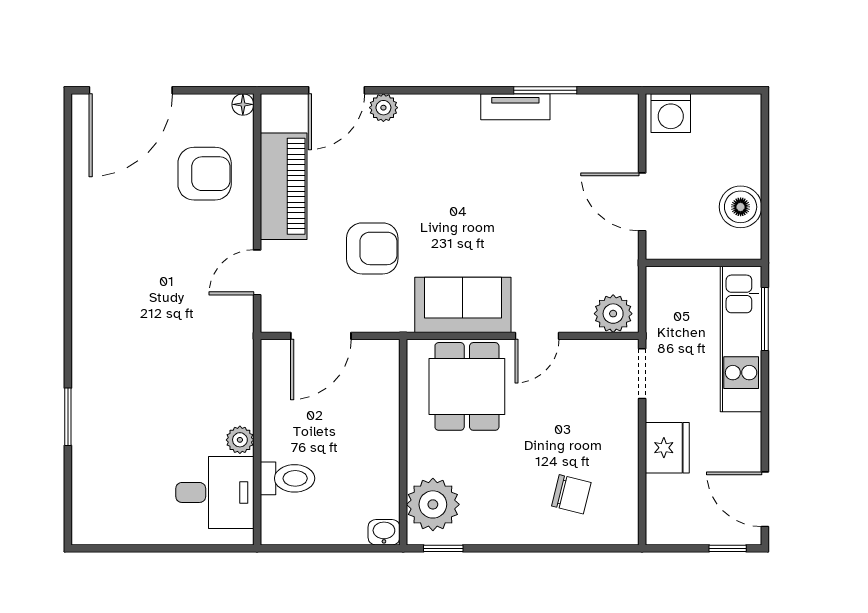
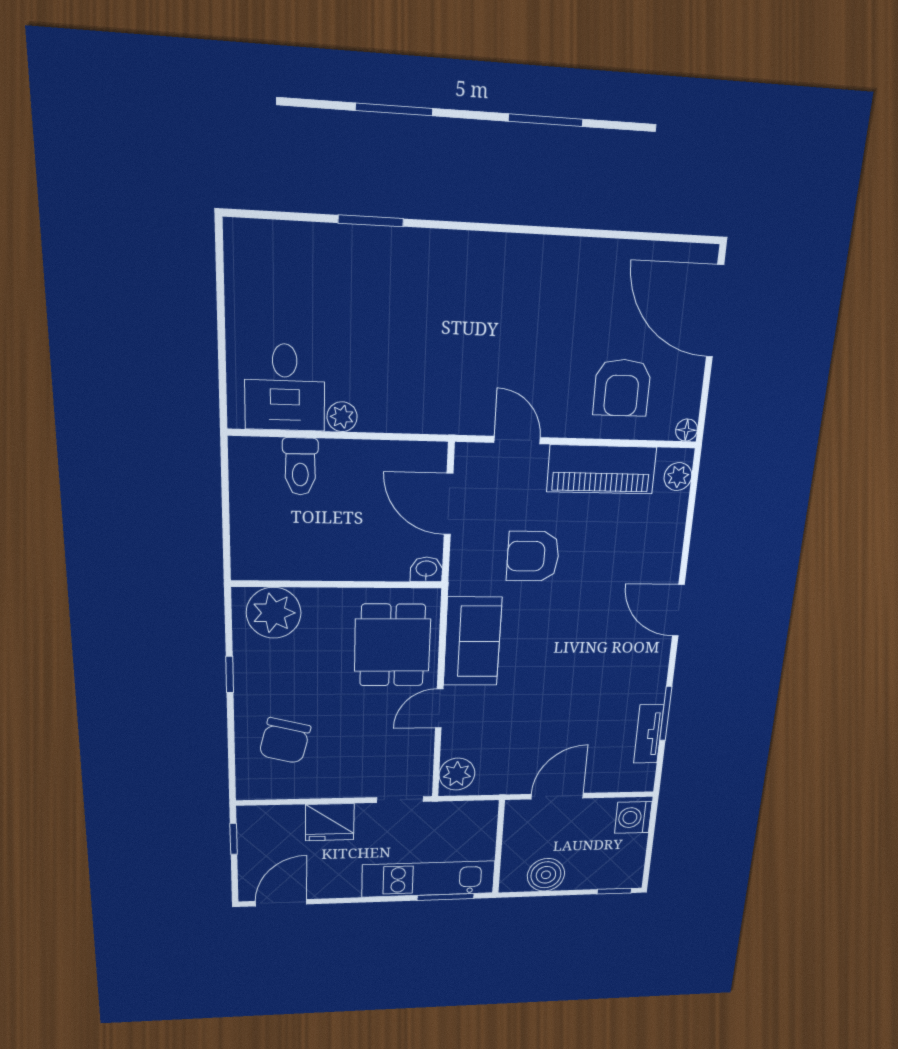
door: (336, 90) -> (678, 610), moved
tv unit: (515, 107) -> (649, 734), moved
plant: (383, 108) -> (678, 477), moved
window: (765, 126) -> (614, 891), added
armchair: (372, 248) -> (533, 556), turned 90
door: (537, 336) -> (439, 708), hinge flipped
dining table: (467, 386) -> (392, 645), turned 90
chair: (571, 494) -> (285, 741), width x1.37, depth x1.37
washbasin: (384, 532) -> (426, 569), moved, turned -90
window: (443, 548) -> (230, 674), moved
window: (728, 548) -> (234, 839), moved

